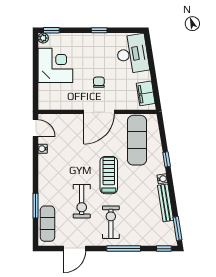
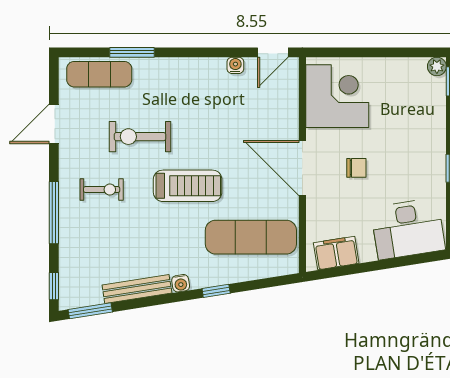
corner desk: (55, 65) -> (337, 96), moved, turned -90
exercise bike: (111, 222) -> (102, 190), width x0.73, depth x0.72
door: (75, 249) -> (54, 124), hinge flipped

